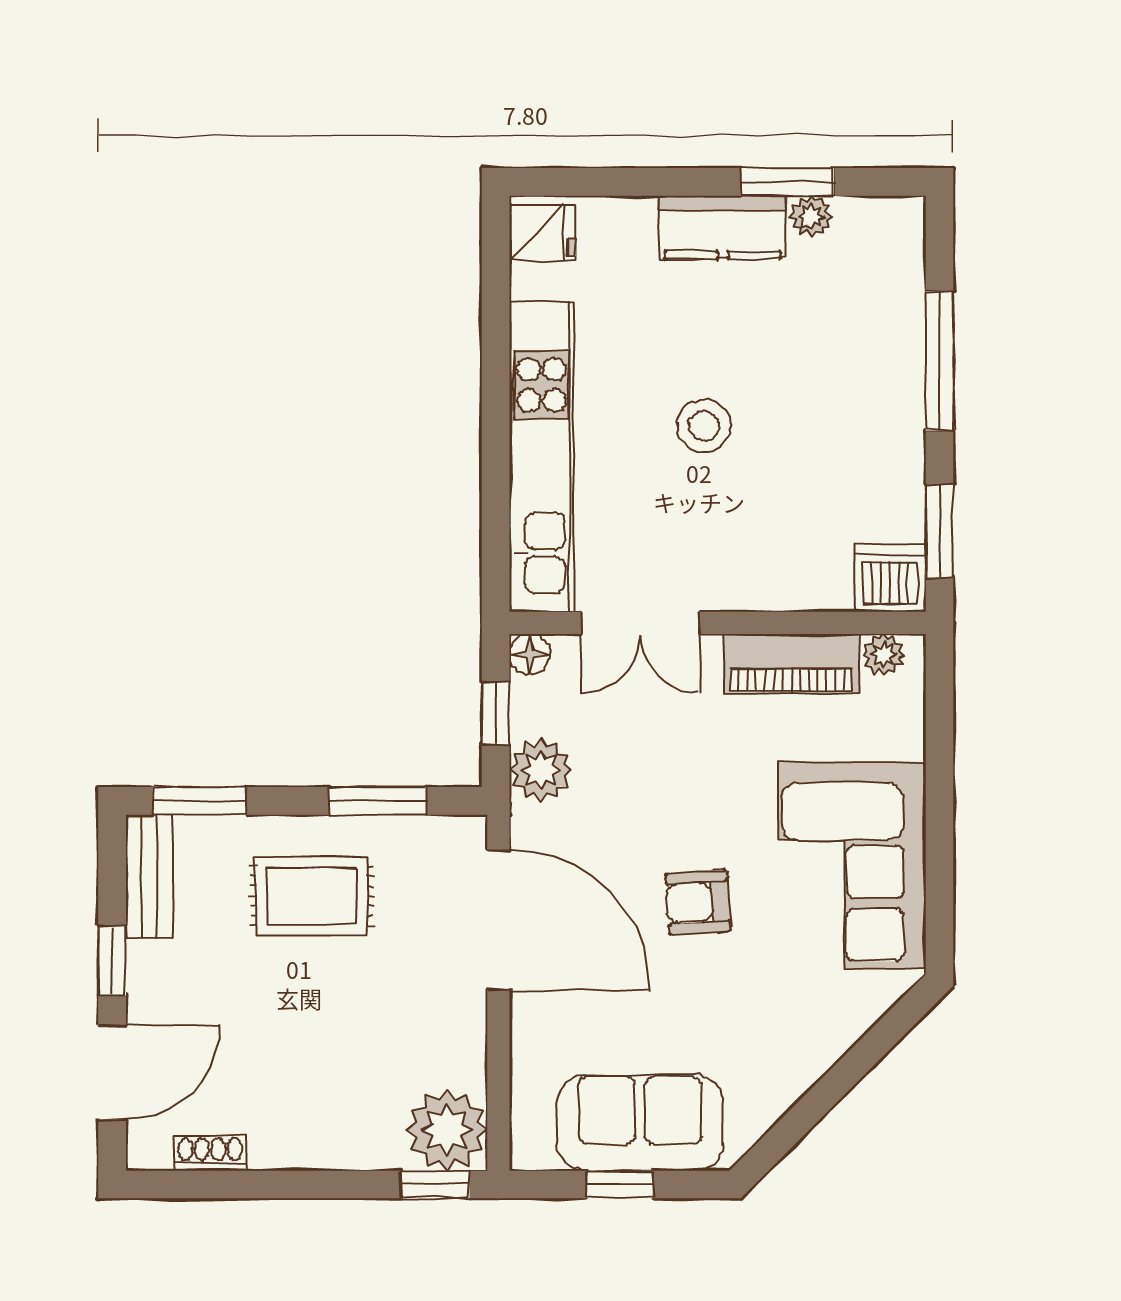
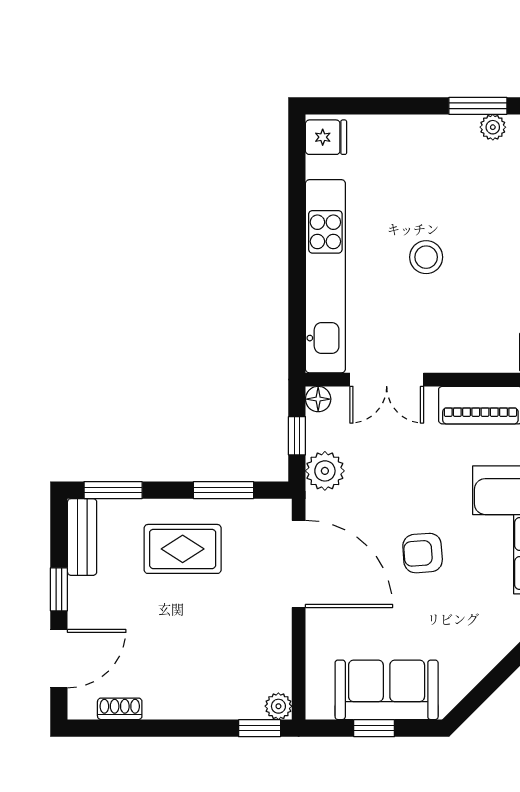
kitchen counter: (723, 227) -> (438, 134), removed
plant: (447, 1130) -> (278, 706), width x0.53, depth x0.53

